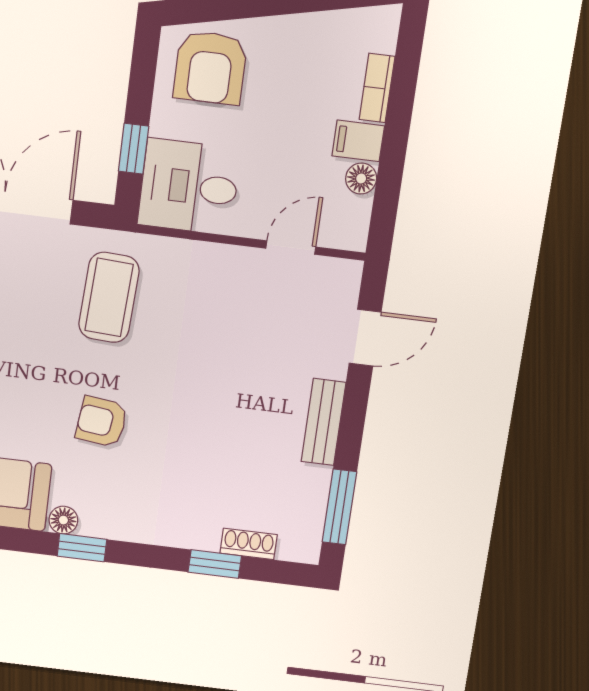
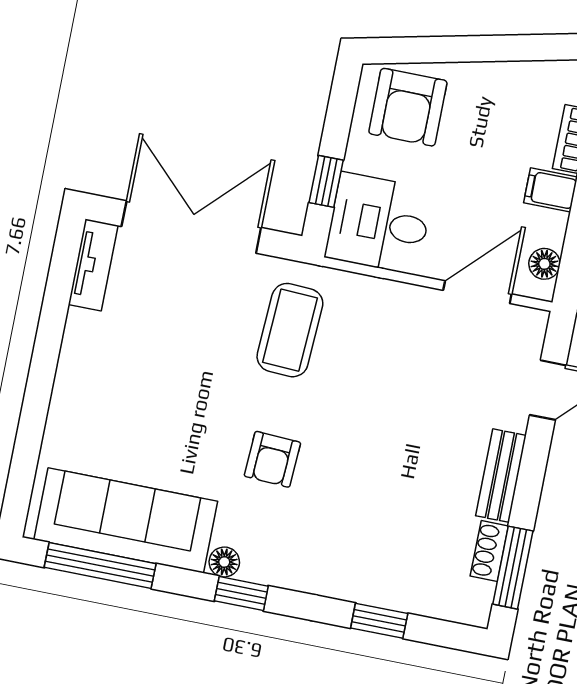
floor lamp: (361, 178) -> (544, 264), moved
door: (291, 248) -> (477, 292), width x1.38
armchair: (102, 422) -> (272, 459), turned -94
shoe rack: (249, 544) -> (489, 551), moved, turned -90

